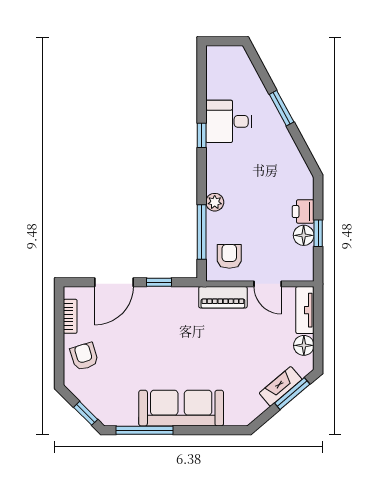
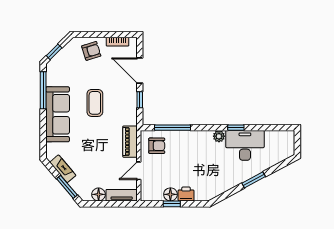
desk: (229, 121) -> (245, 145), width x1.37
plant: (215, 202) -> (219, 136), moved
coffee table: (164, 351) -> (95, 103), added
fireplace: (281, 386) -> (63, 169), moved

